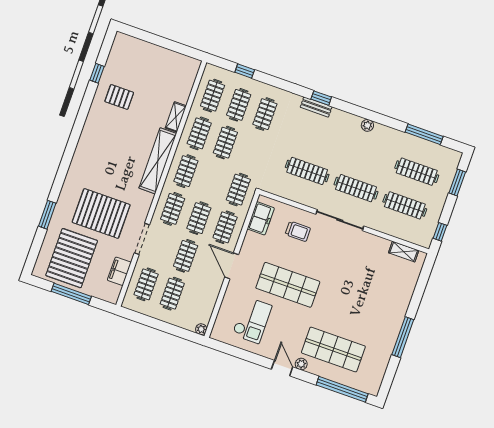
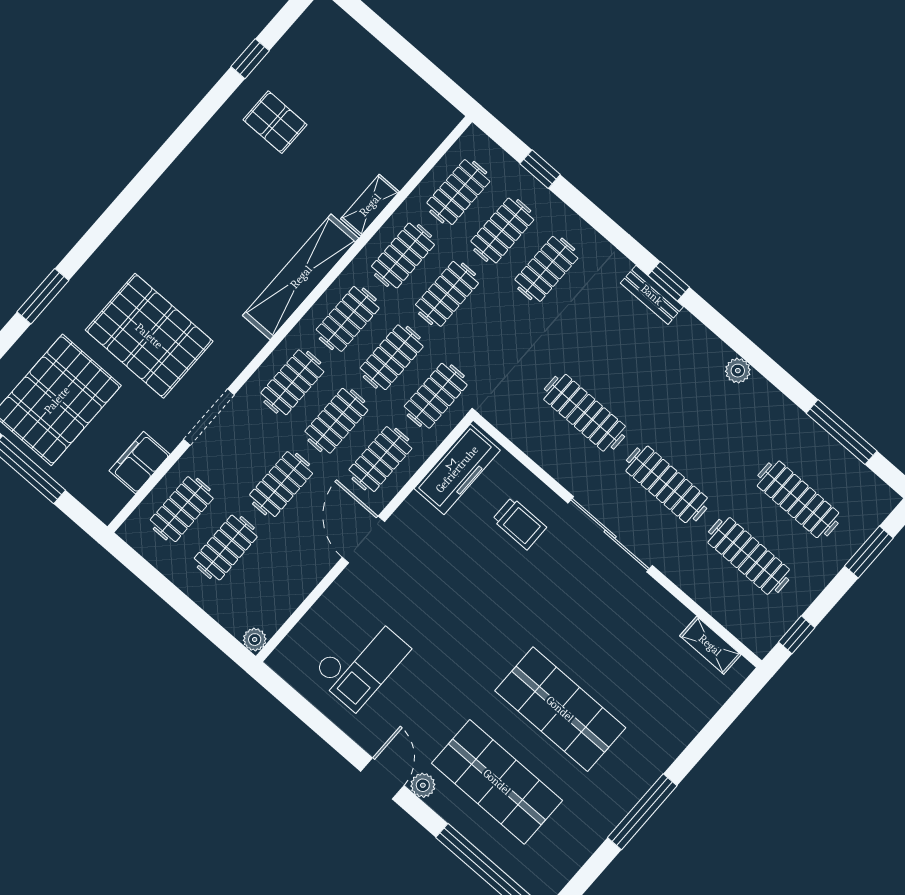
clothes rail: (212, 180) -> (392, 357), added
freezer: (261, 218) -> (457, 469), width x1.40
shop shelf: (288, 285) -> (560, 709), moved

